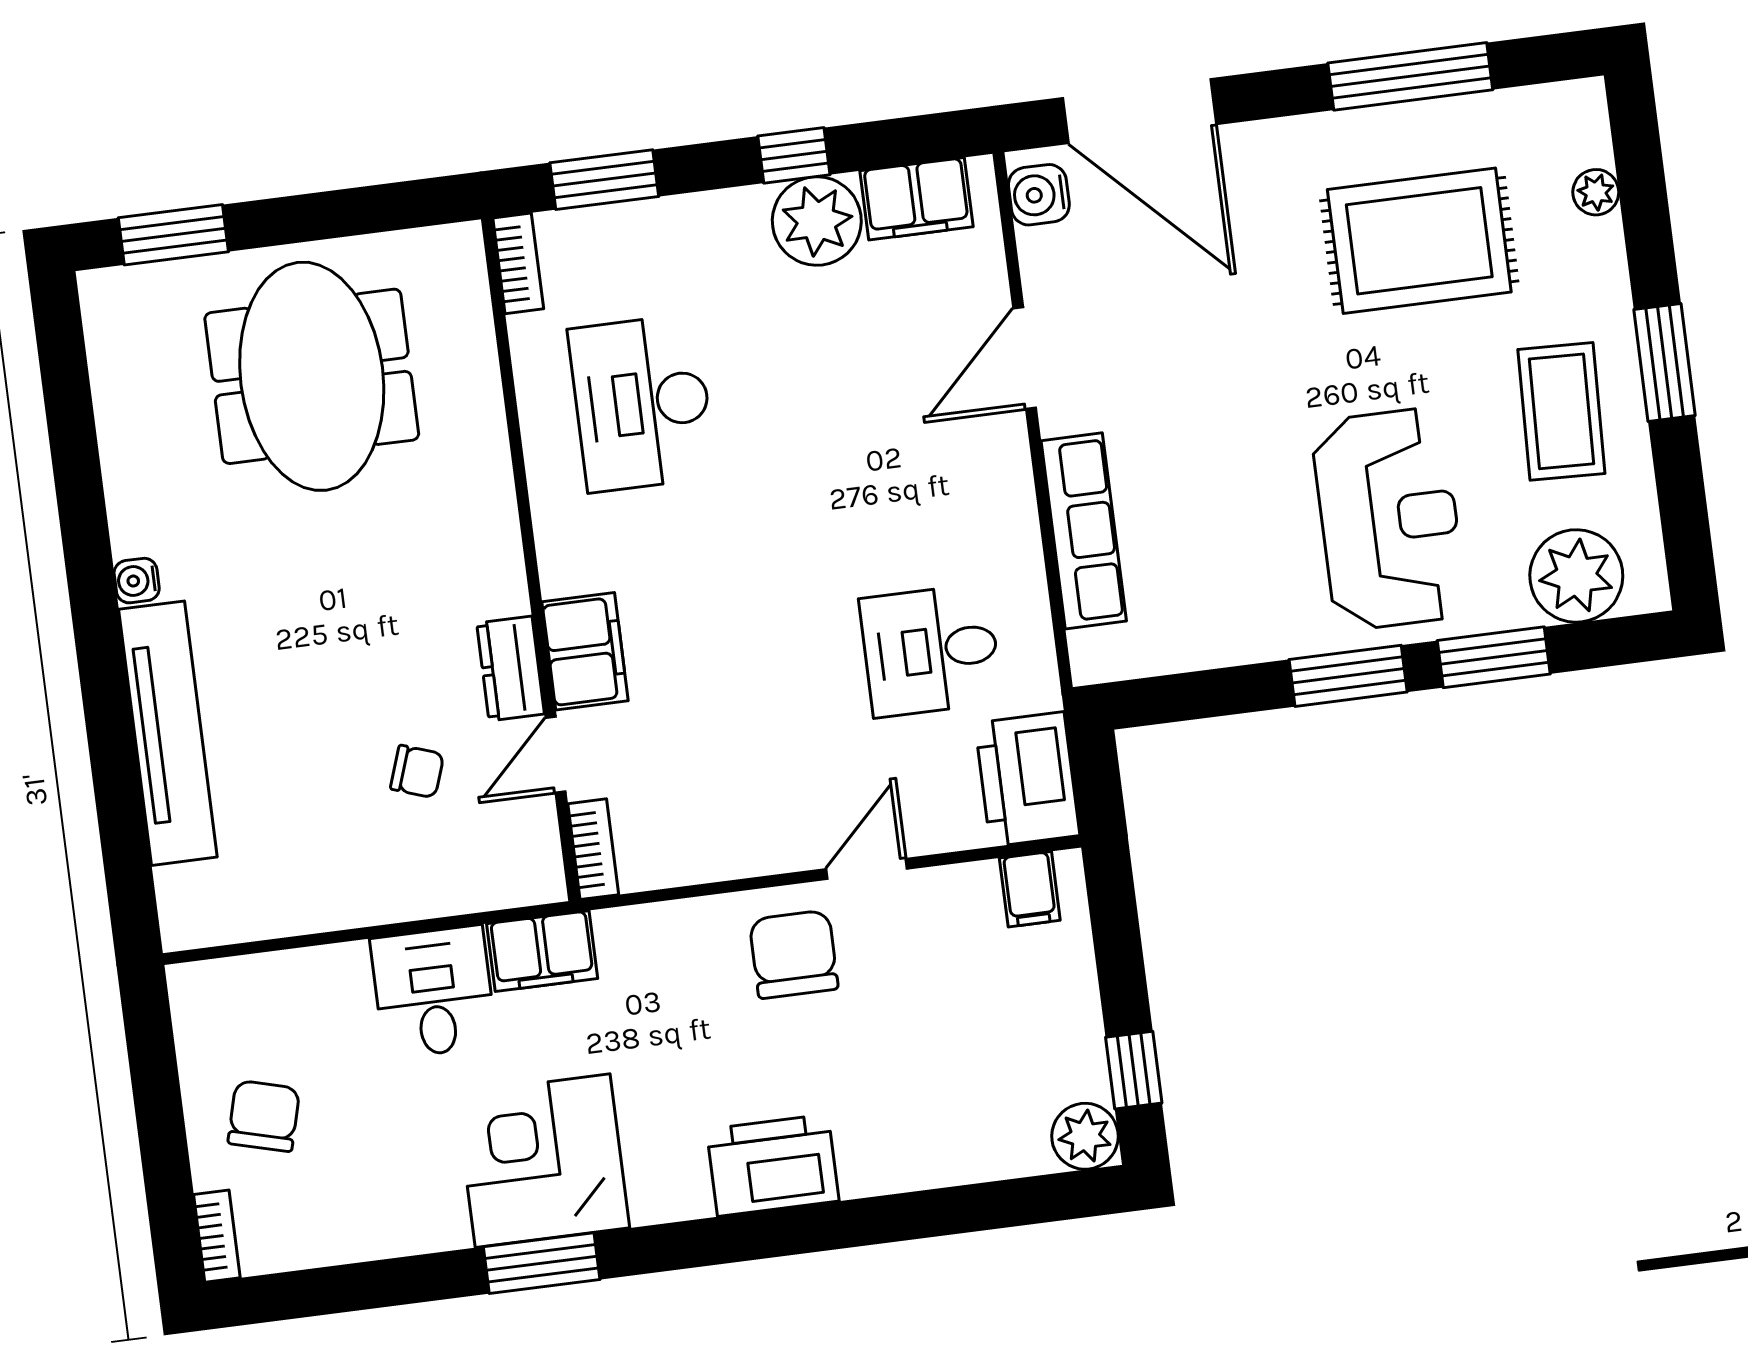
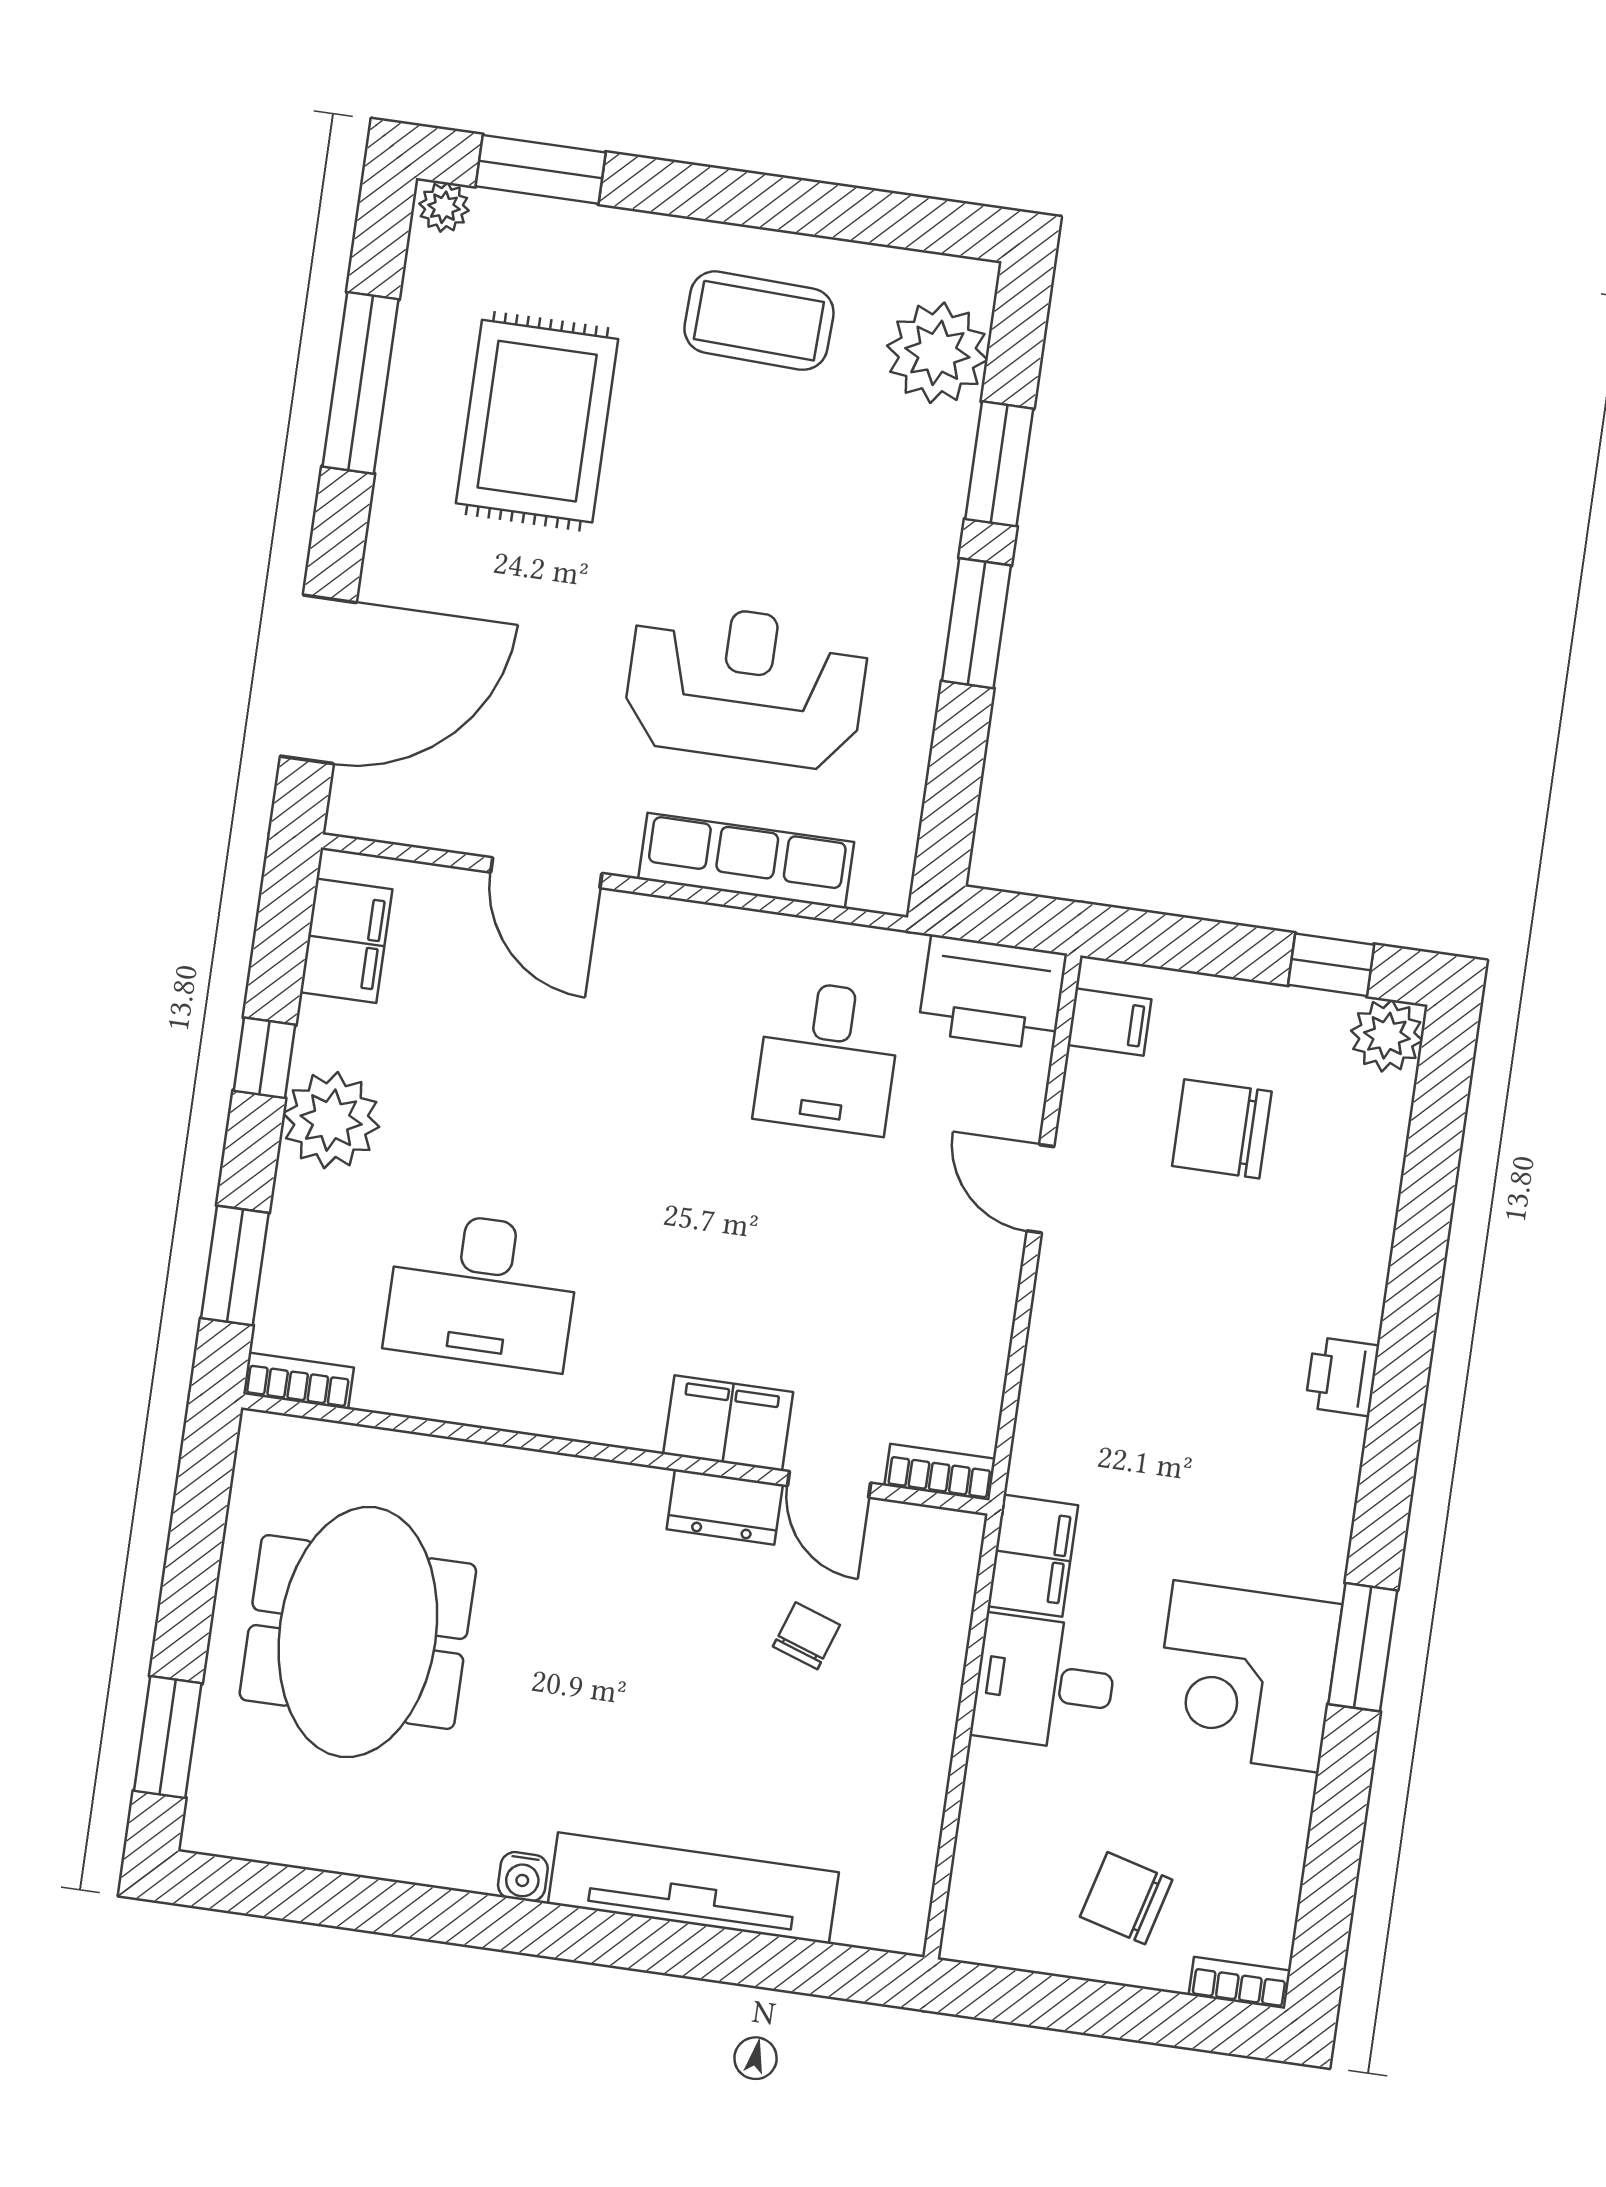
plant: (1596, 192) -> (444, 207), moved
water cooler: (1039, 195) -> (378, 810), removed
plant: (817, 221) -> (331, 1120), moved
window: (1665, 362) -> (541, 169), moved
meeting table: (312, 376) -> (358, 1632), turned 90
reception desk: (1389, 519) -> (746, 685), moved
chair: (794, 954) -> (1222, 1129), moved
corner desk: (543, 1161) -> (1246, 1676), moved
printer: (773, 1165) -> (1342, 1376), width x0.53, depth x0.68

